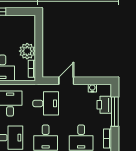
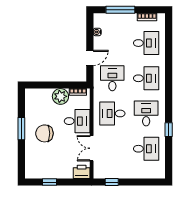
door: (66, 81) -> (90, 58), swing flipped
printer: (104, 105) -> (114, 20), removed

